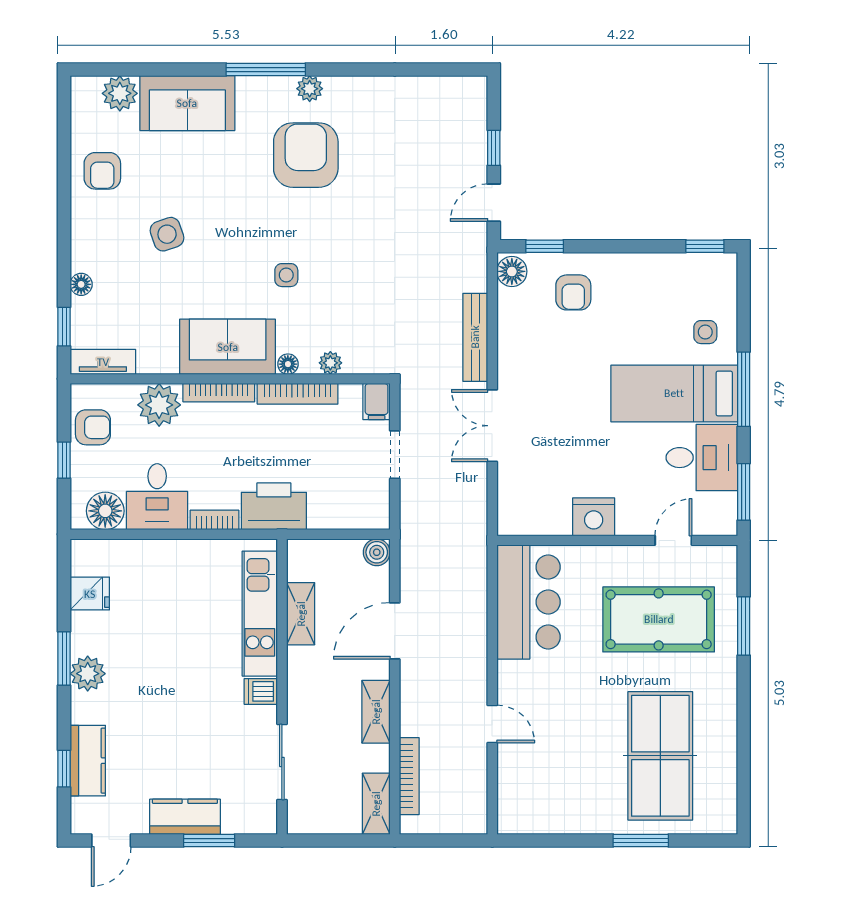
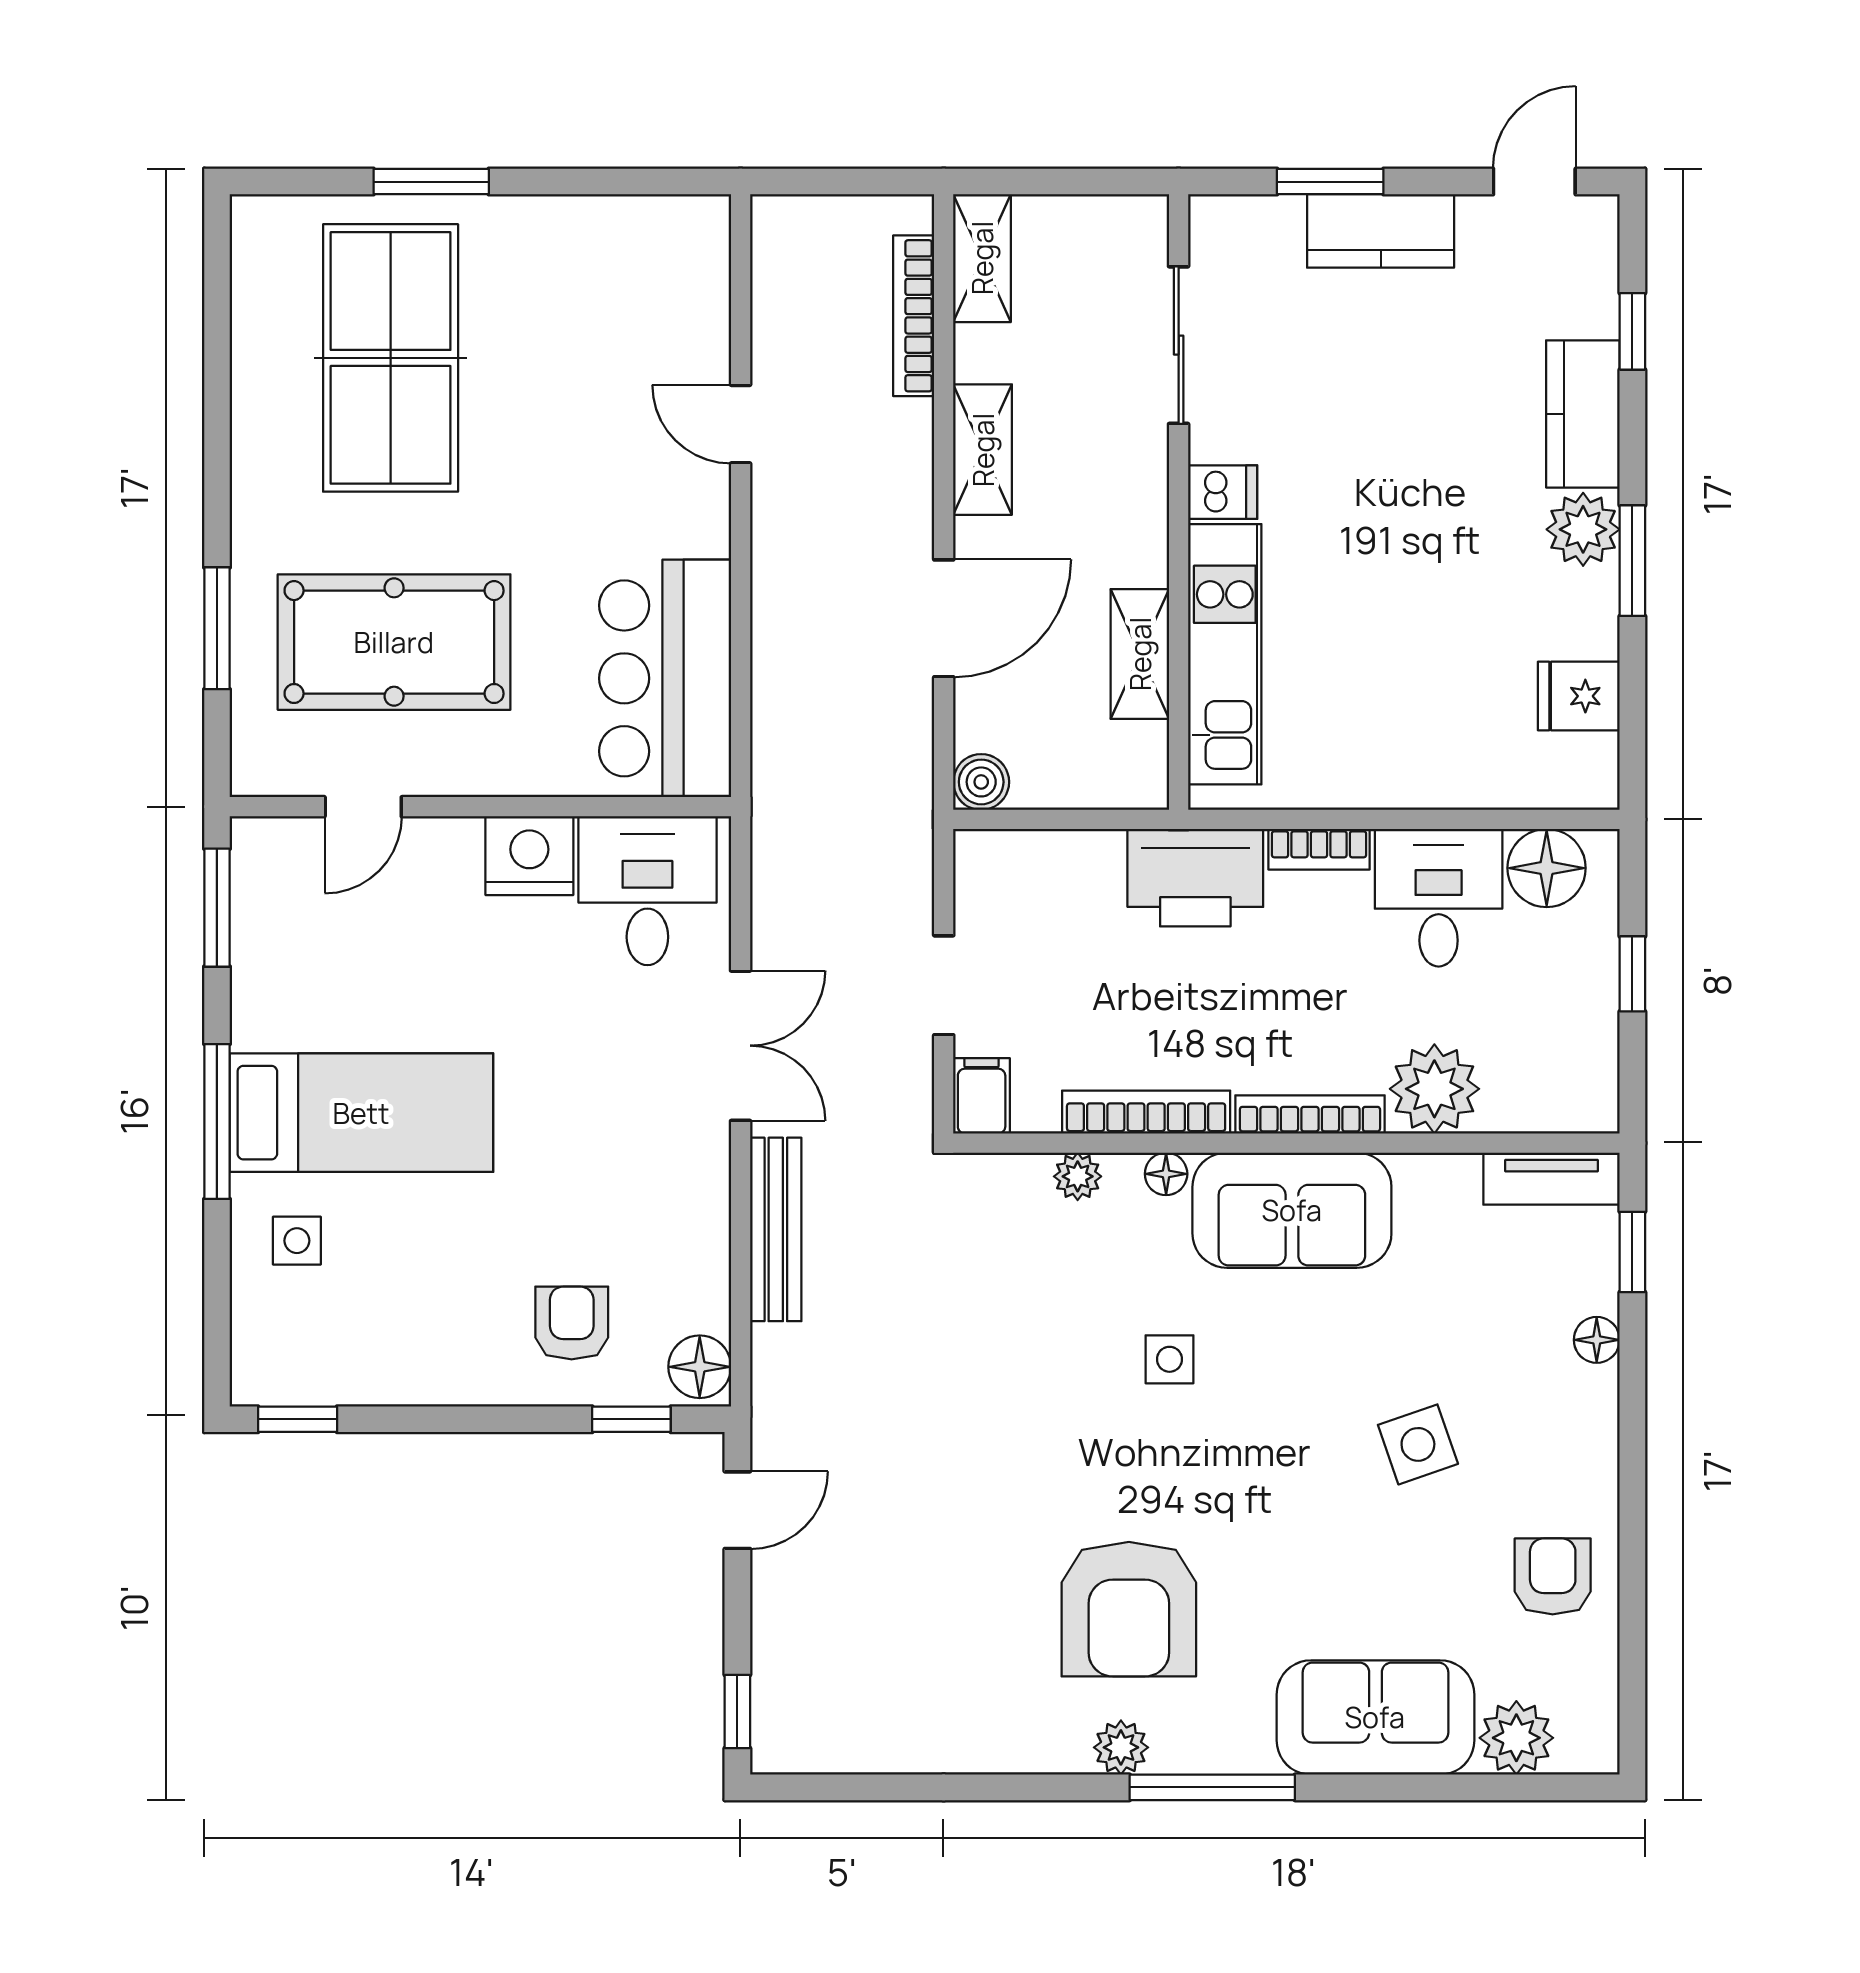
window: (494, 148) -> (737, 1711), moved
armchair: (93, 427) -> (1572, 1042), removed
desk: (702, 458) -> (647, 891), moved, turned 90
kitchen counter: (88, 761) -> (1583, 414), moved

